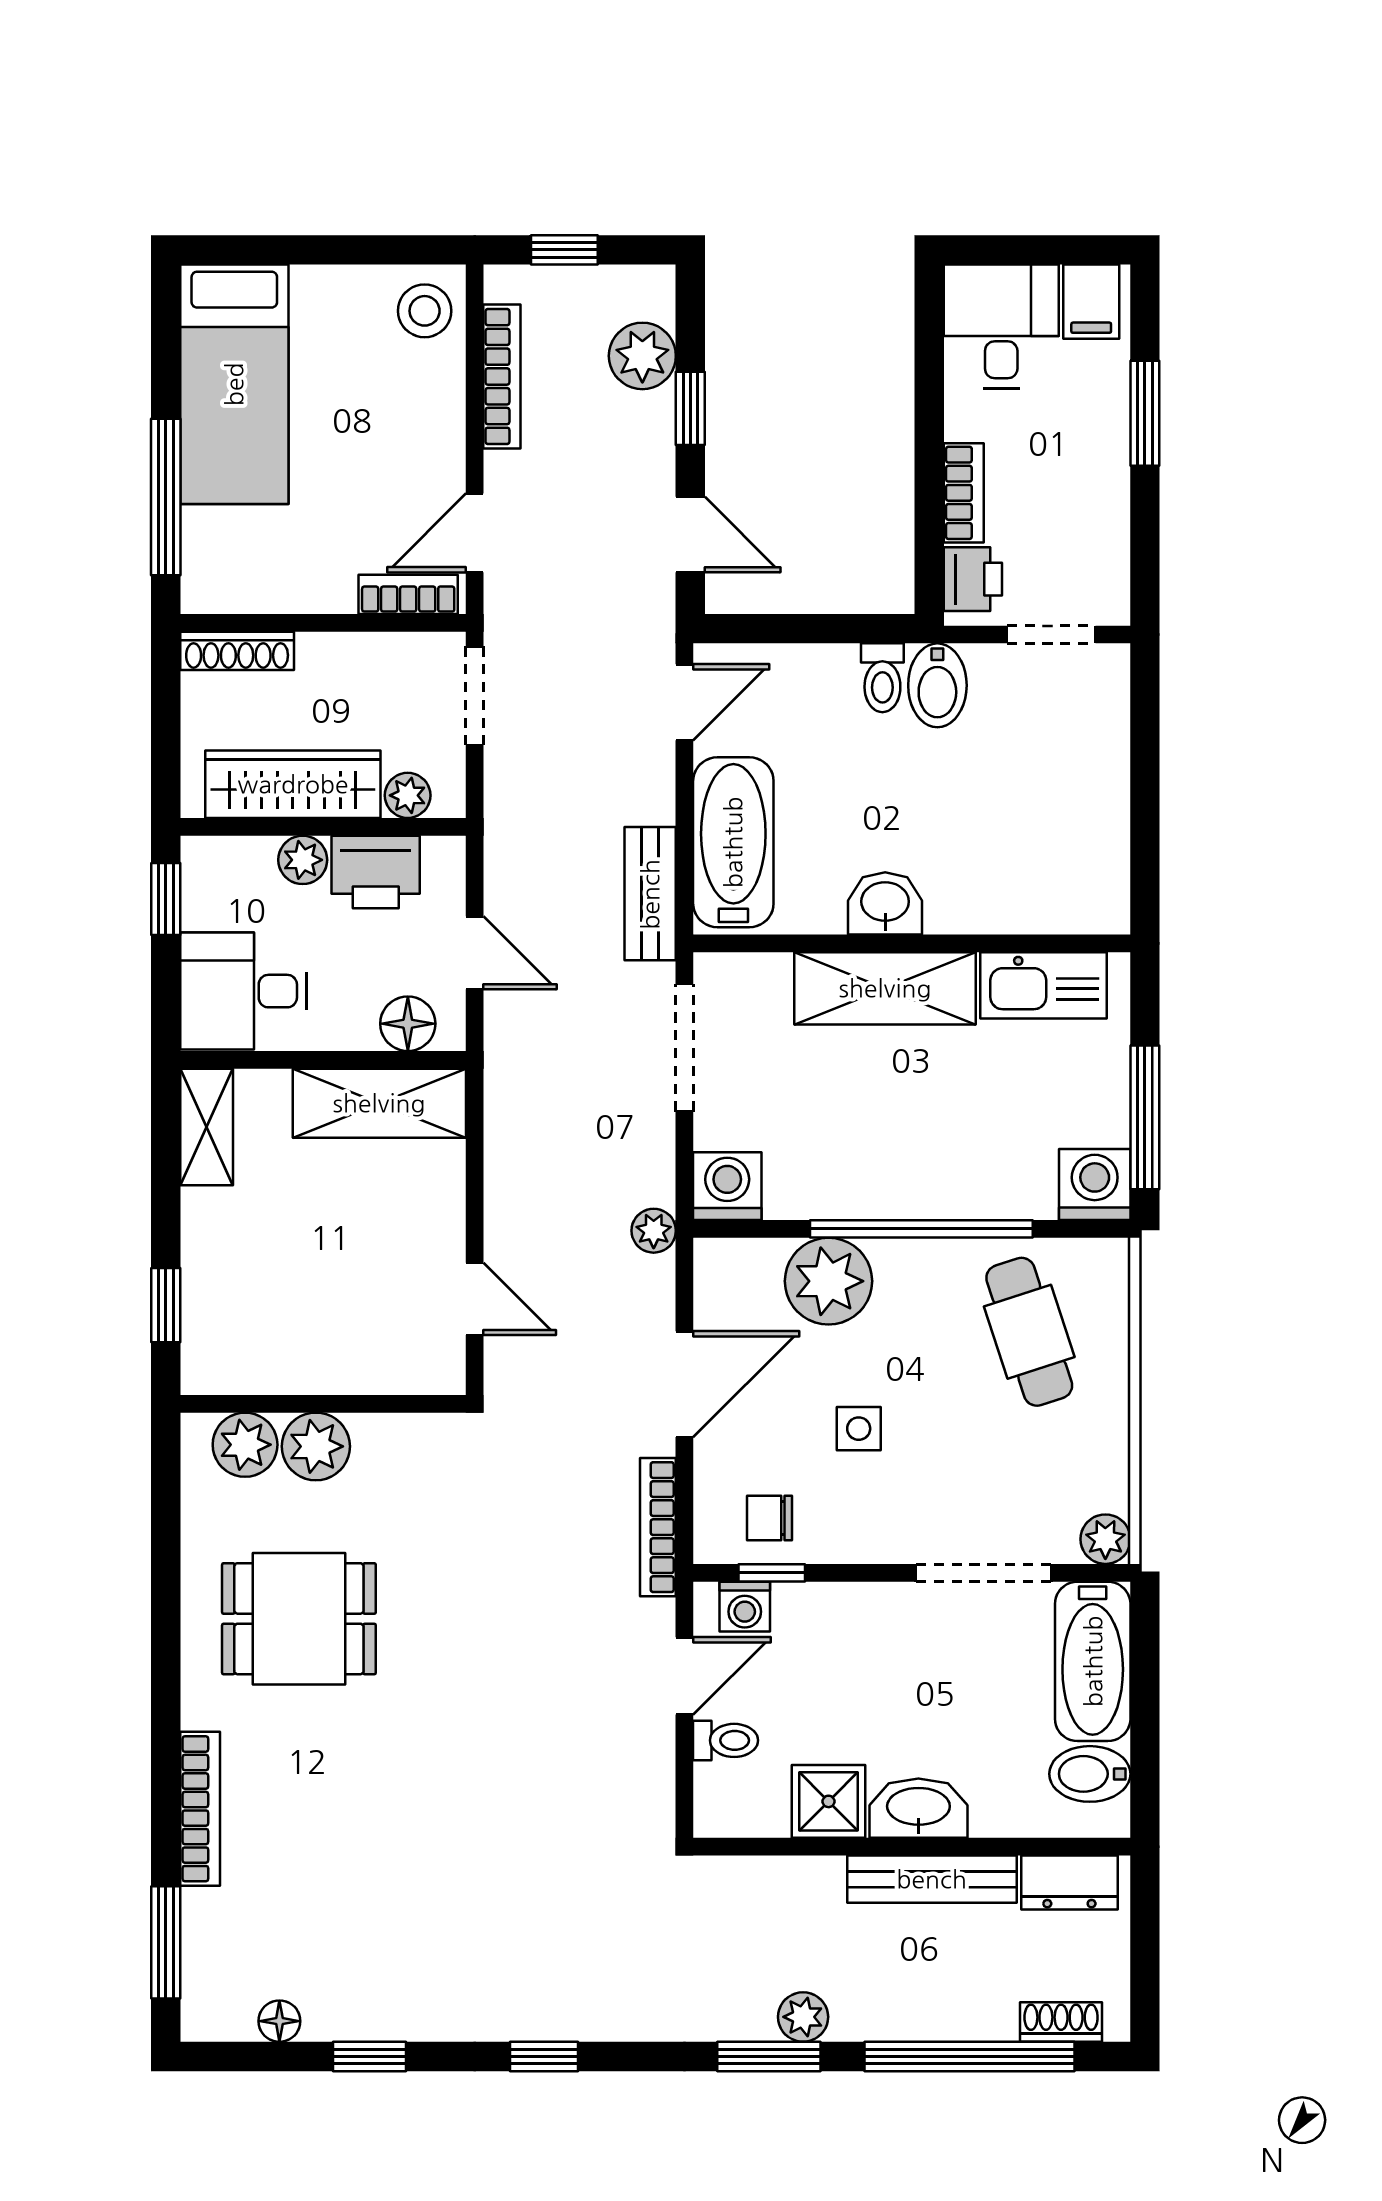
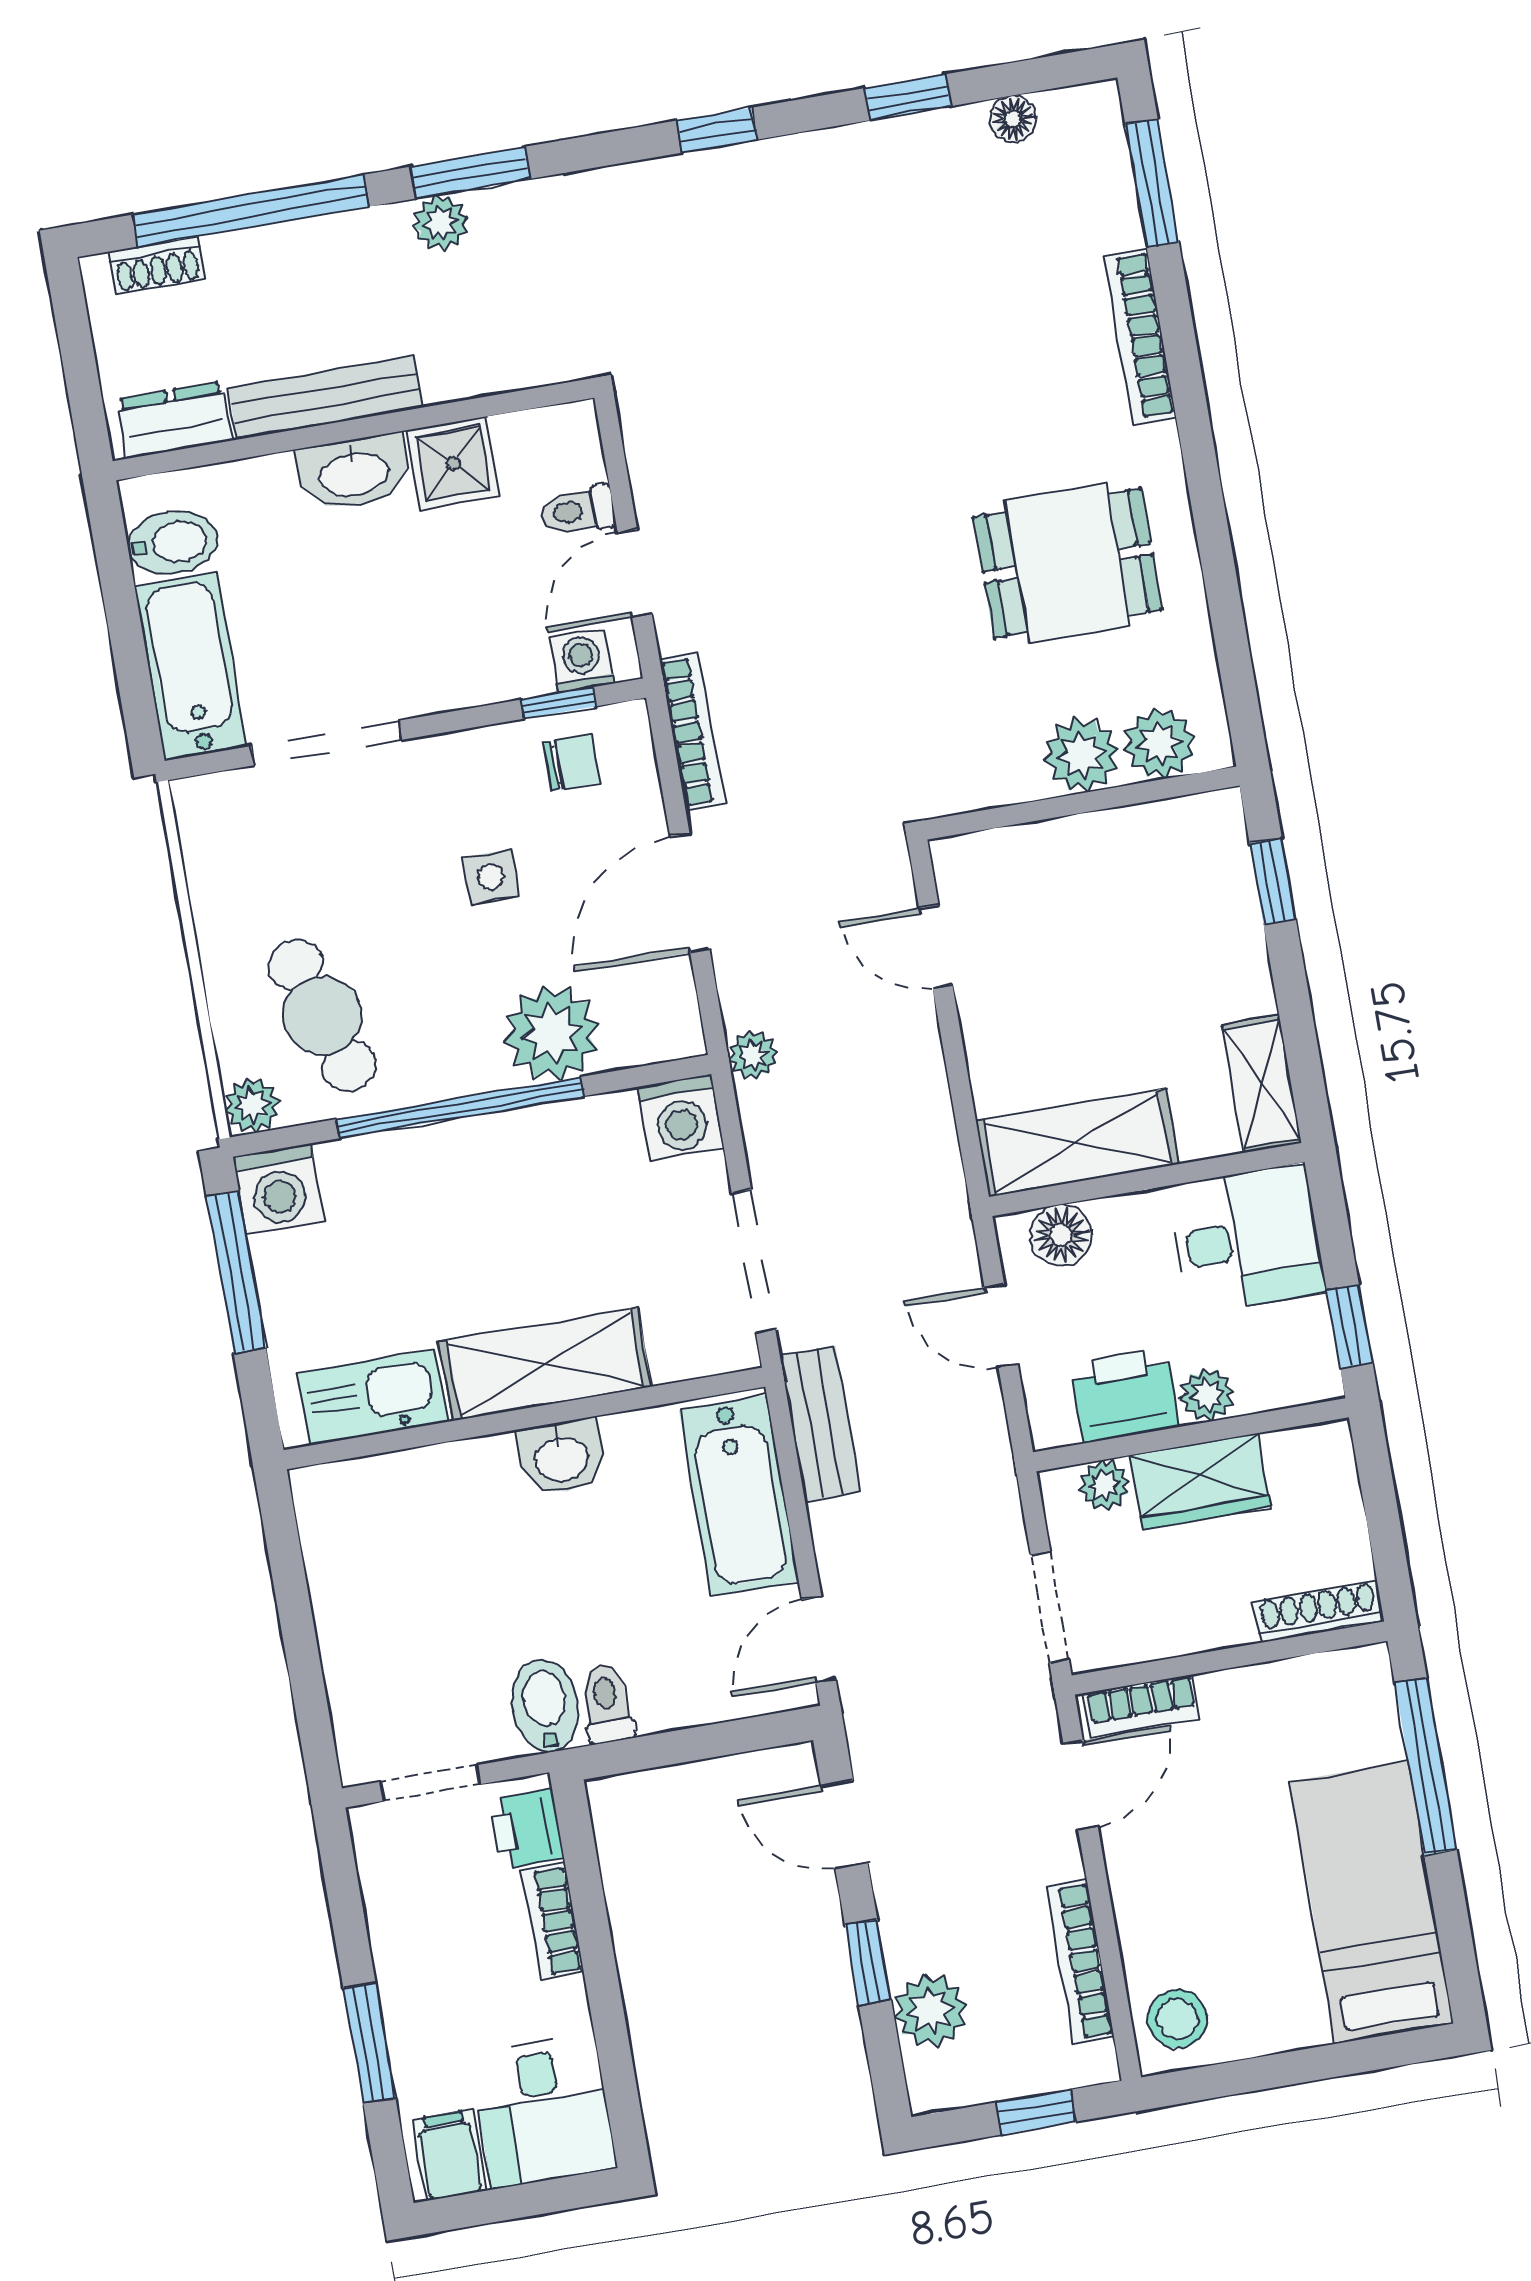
wardrobe: (293, 784) -> (1200, 1481), width x0.67
plant: (1105, 1539) -> (252, 1106), moved

